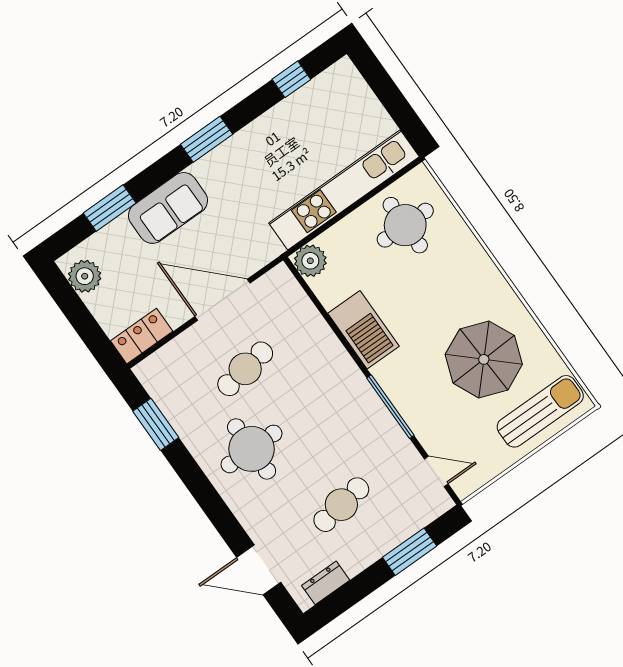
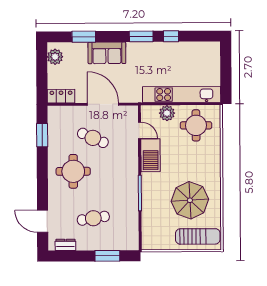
window: (291, 79) -> (171, 36), moved
plant: (310, 261) -> (167, 113), moved
cafe table: (245, 369) -> (93, 138), turned 33
door: (436, 471) -> (140, 130), moved

